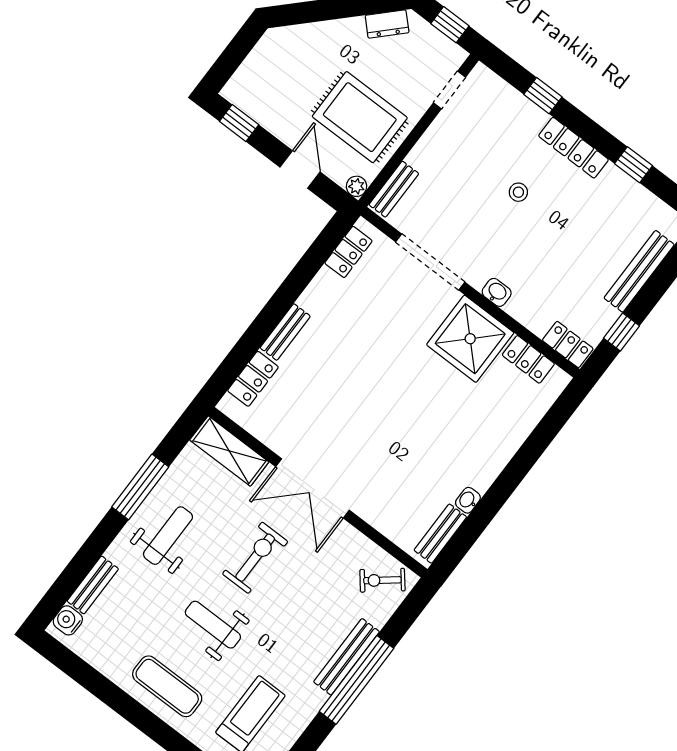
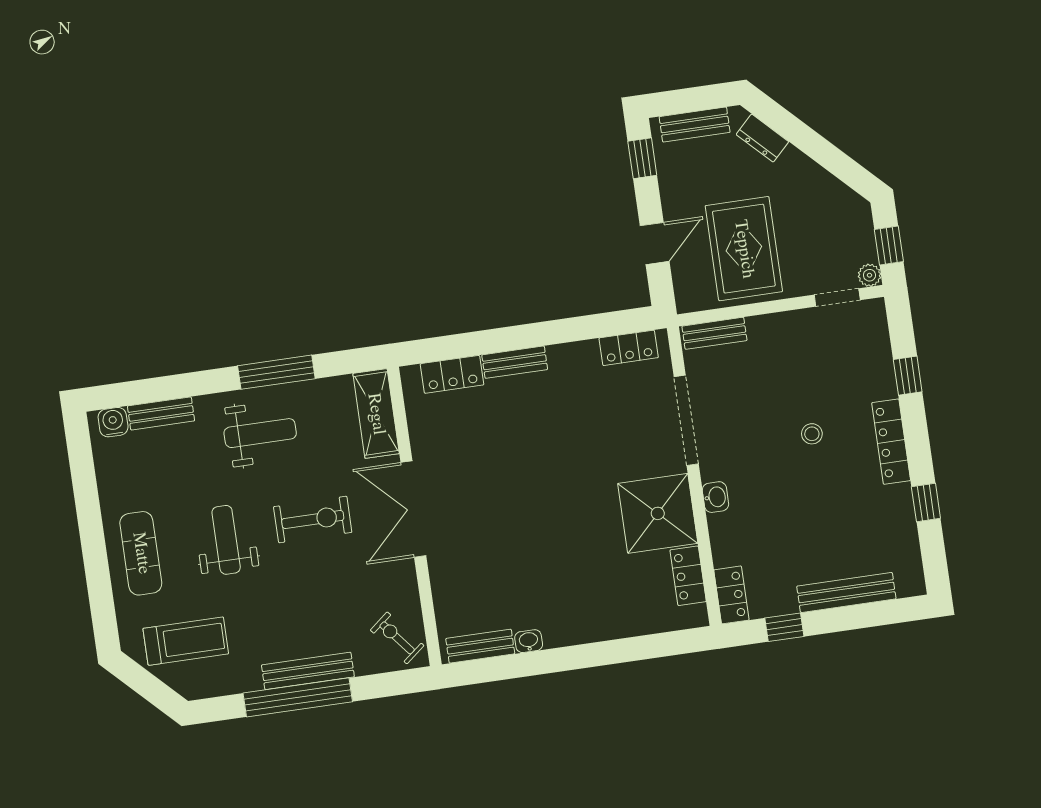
dresser: (387, 24) -> (762, 138), moved
bench: (251, 69) -> (695, 124), added
plant: (357, 186) -> (869, 275), moved

